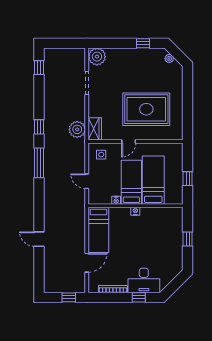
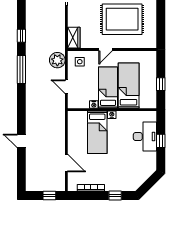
plant: (77, 129) -> (57, 60), moved
bed: (98, 230) -> (97, 132), moved
door: (87, 263) -> (66, 163), hinge flipped
desk: (144, 280) -> (145, 137), moved, turned -90

